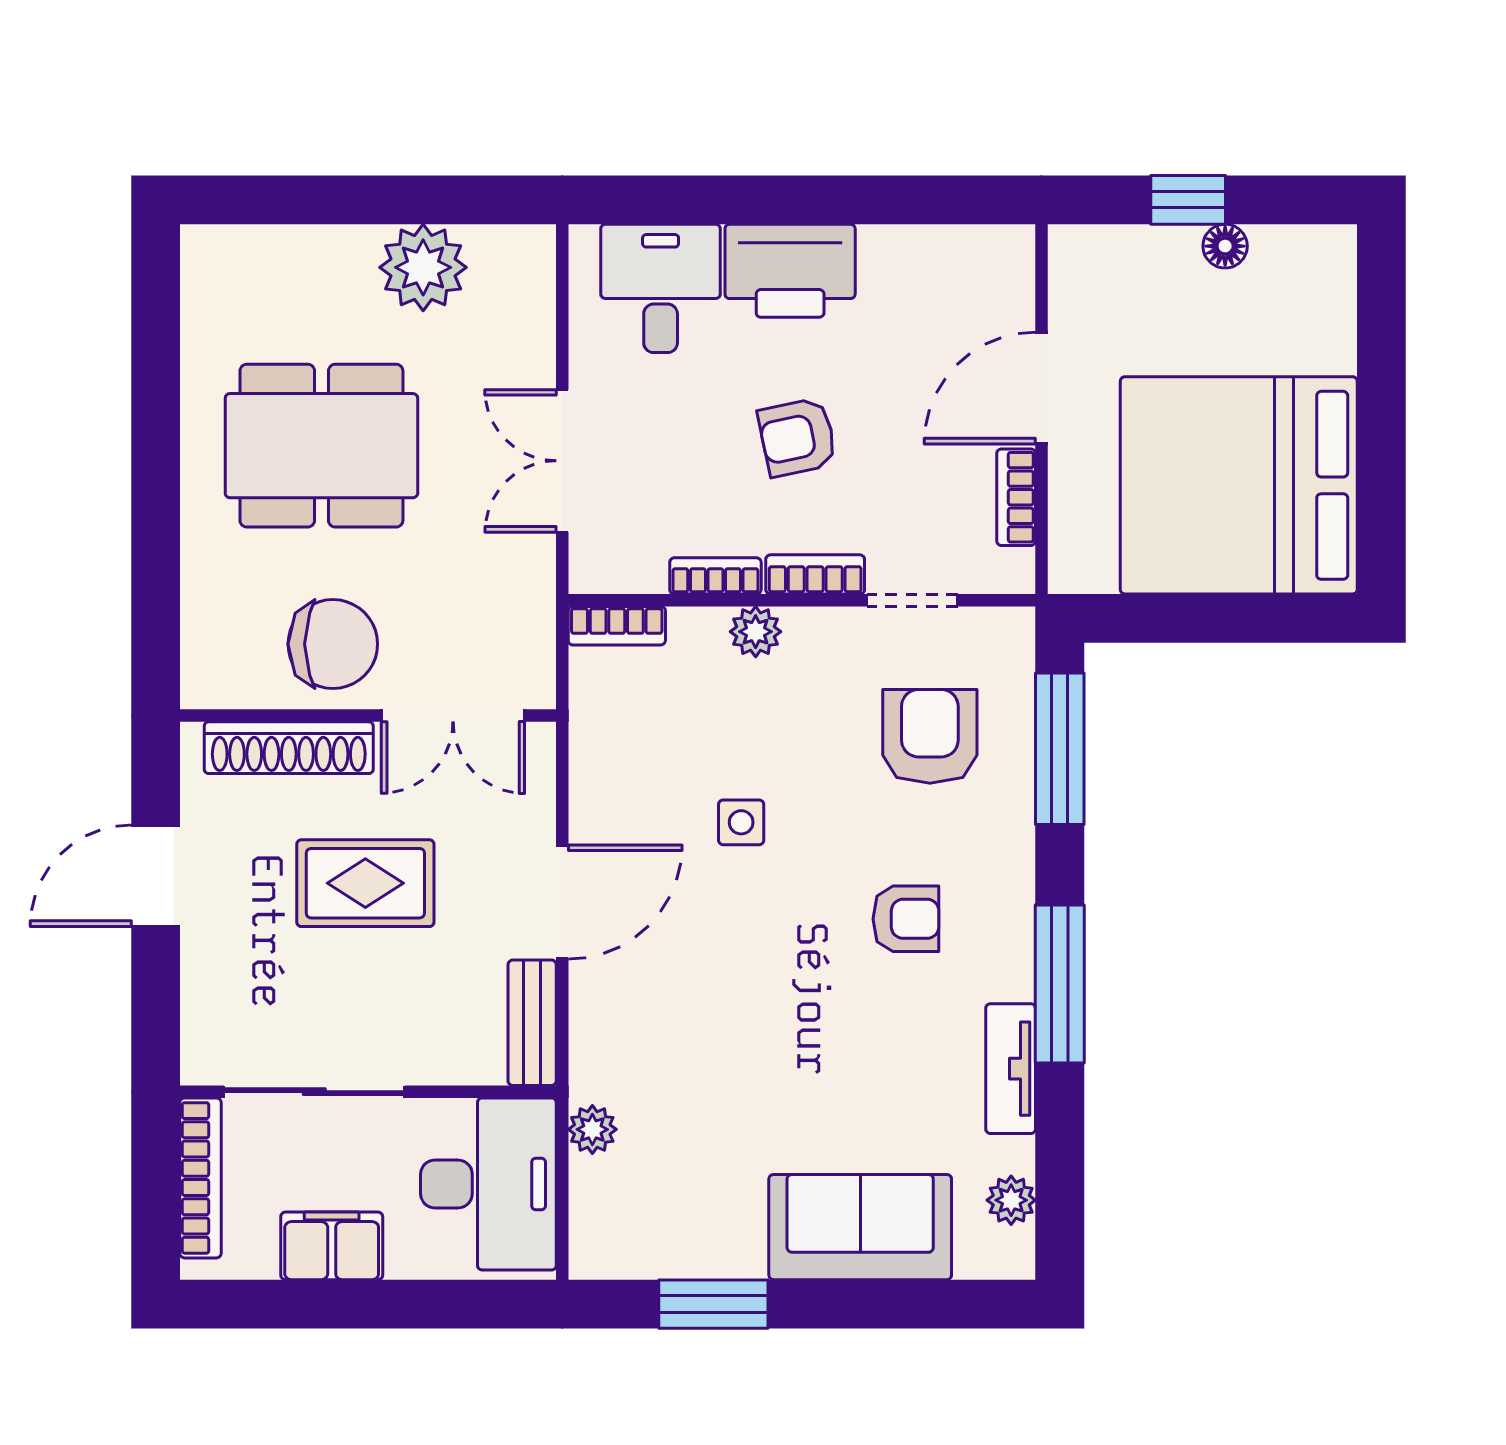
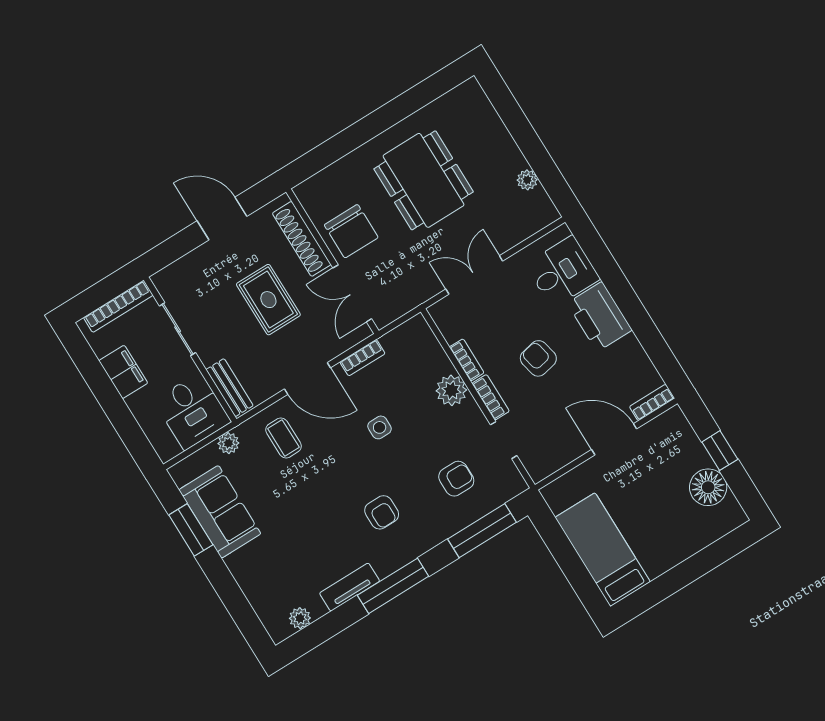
floor lamp: (1225, 246) -> (708, 487), width x1.89, depth x1.89
plant: (423, 267) -> (527, 180), width x0.53, depth x0.53
bed: (1239, 485) -> (603, 550), width x0.49
bookcase: (1016, 497) -> (652, 402), moved
bookcase: (617, 626) -> (362, 358), moved, turned -90
plant: (756, 632) -> (451, 390), width x1.38, depth x1.38
armchair: (930, 736) -> (456, 479), width x0.72, depth x0.72
coffee table: (648, 1018) -> (283, 438), added
bench: (532, 1023) -> (230, 388), moved, turned 90
sliding door: (314, 1092) -> (178, 329), width x0.73
desk: (488, 1184) -> (192, 411), width x0.73
sofa: (860, 1227) -> (220, 512), moved

